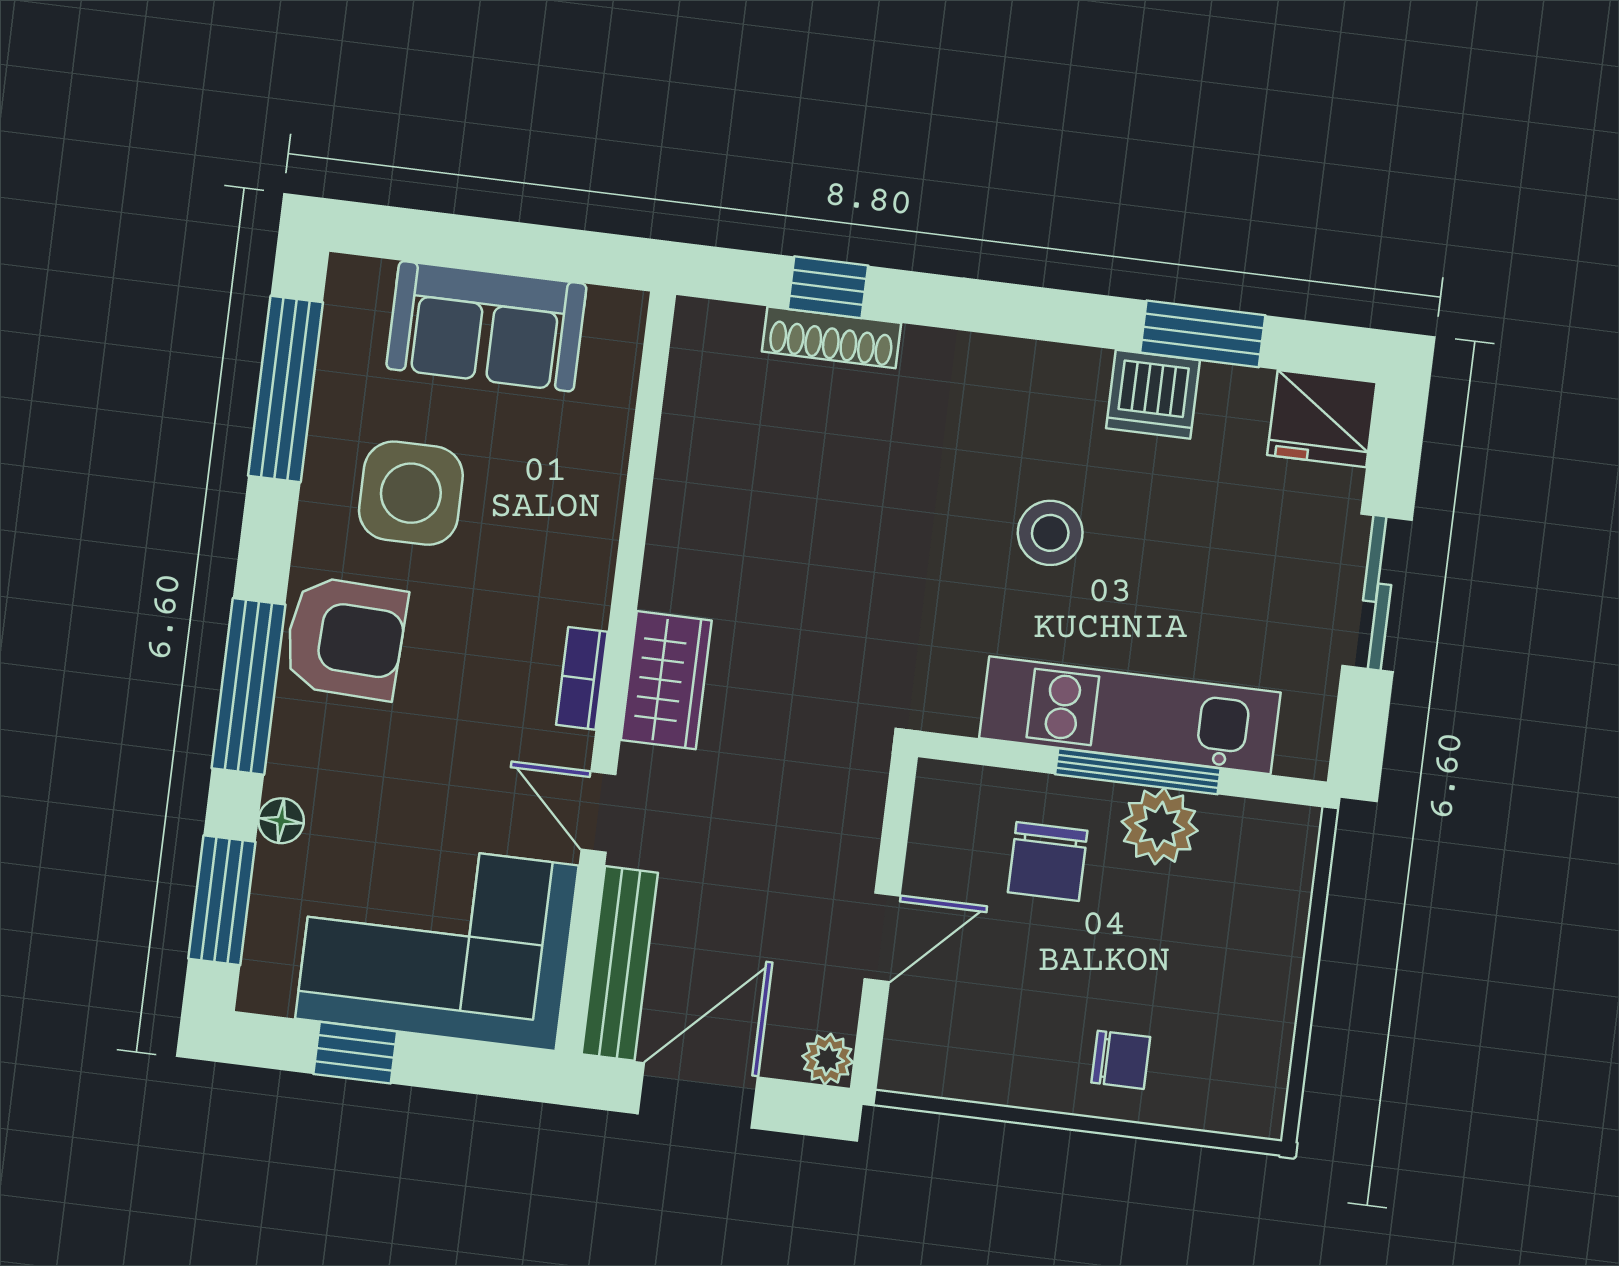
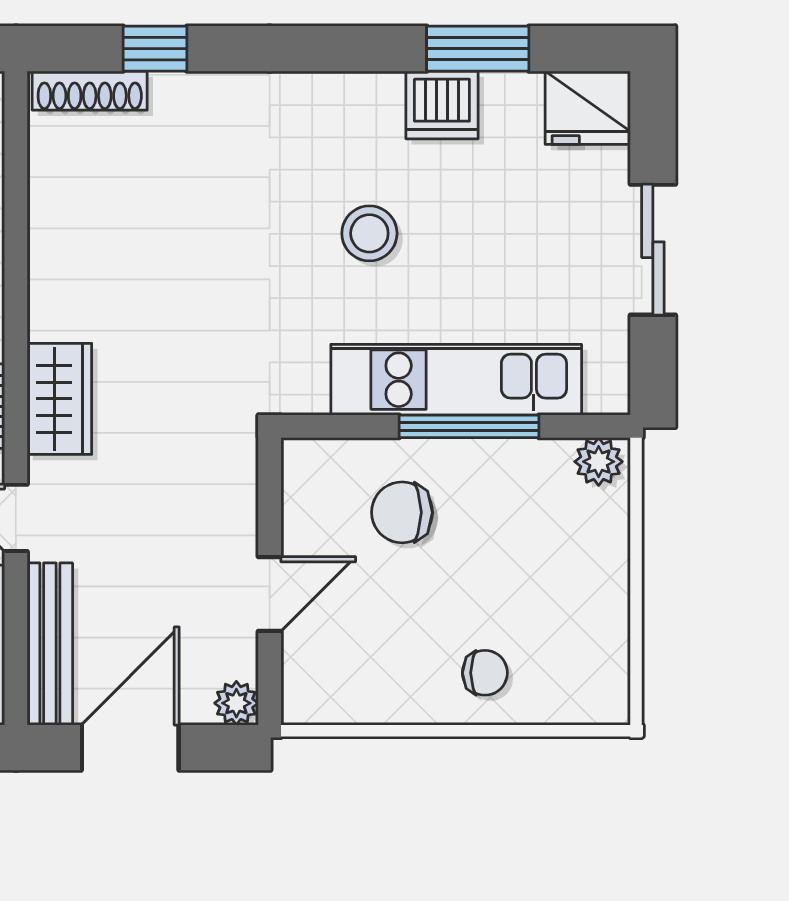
shoe rack: (832, 337) -> (90, 91), moved
plant: (1160, 826) -> (599, 462), moved, width x0.73, depth x0.73
chair: (1048, 862) -> (402, 512), turned 90

